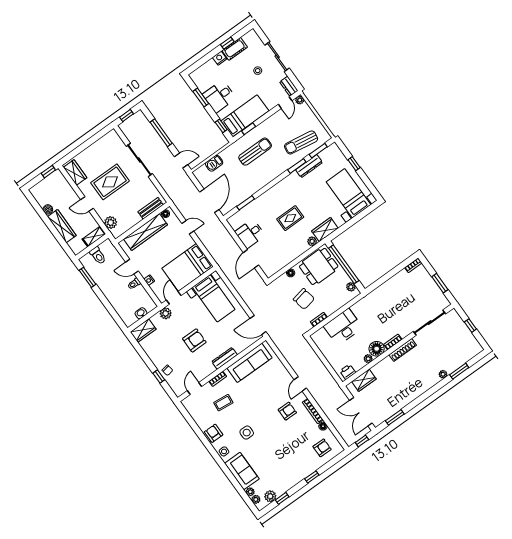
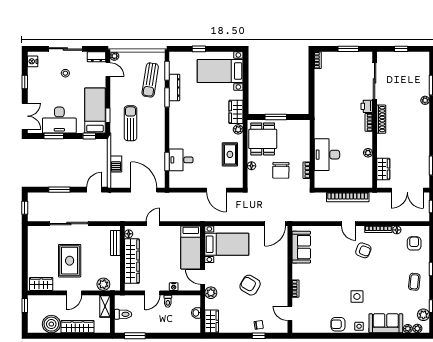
cot: (235, 49) -> (34, 79), removed
nightstand: (220, 58) -> (33, 61), moved
double door: (200, 63) -> (25, 116), added
desk: (219, 96) -> (59, 120), width x1.37
window: (161, 133) -> (59, 190), width x0.69
boiler: (48, 209) -> (51, 324), width x1.86, depth x1.86
rug: (290, 218) -> (230, 154), moved
desk: (250, 234) -> (181, 160), moved, turned 90
window: (344, 264) -> (276, 117), width x0.47
bed: (187, 267) -> (191, 247), width x0.67
plant: (351, 287) -> (299, 124), removed
chair: (304, 299) -> (281, 170), turned 102
armchair: (194, 340) -> (250, 285), turned -59
floor lamp: (377, 349) -> (365, 140), removed
dresser: (225, 358) -> (283, 271), removed
sofa: (250, 363) -> (301, 247), width x0.73
bookcase: (321, 368) -> (348, 197), added
printer: (348, 372) -> (367, 106), moved
coffee table: (223, 403) -> (414, 282), moved
armchair: (287, 411) -> (363, 250), turned 111

